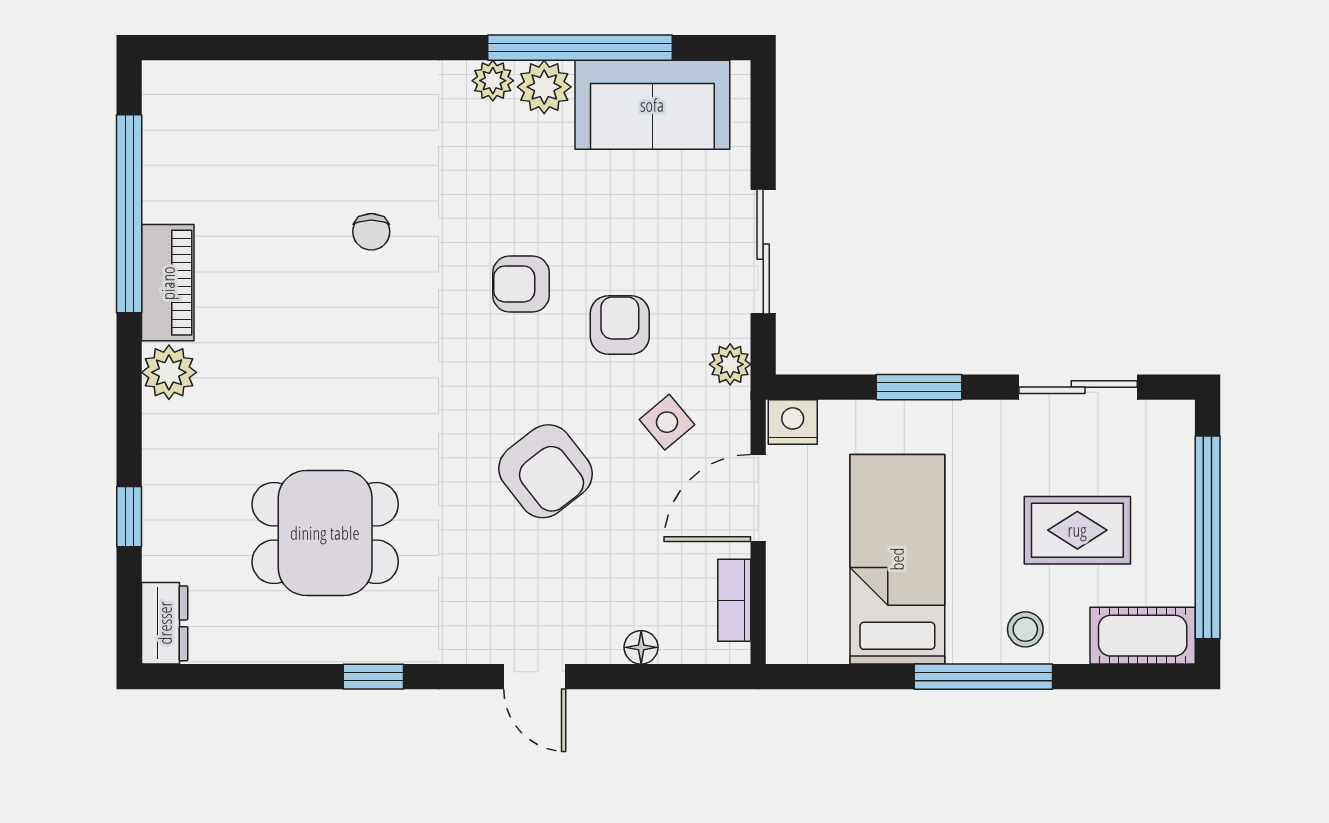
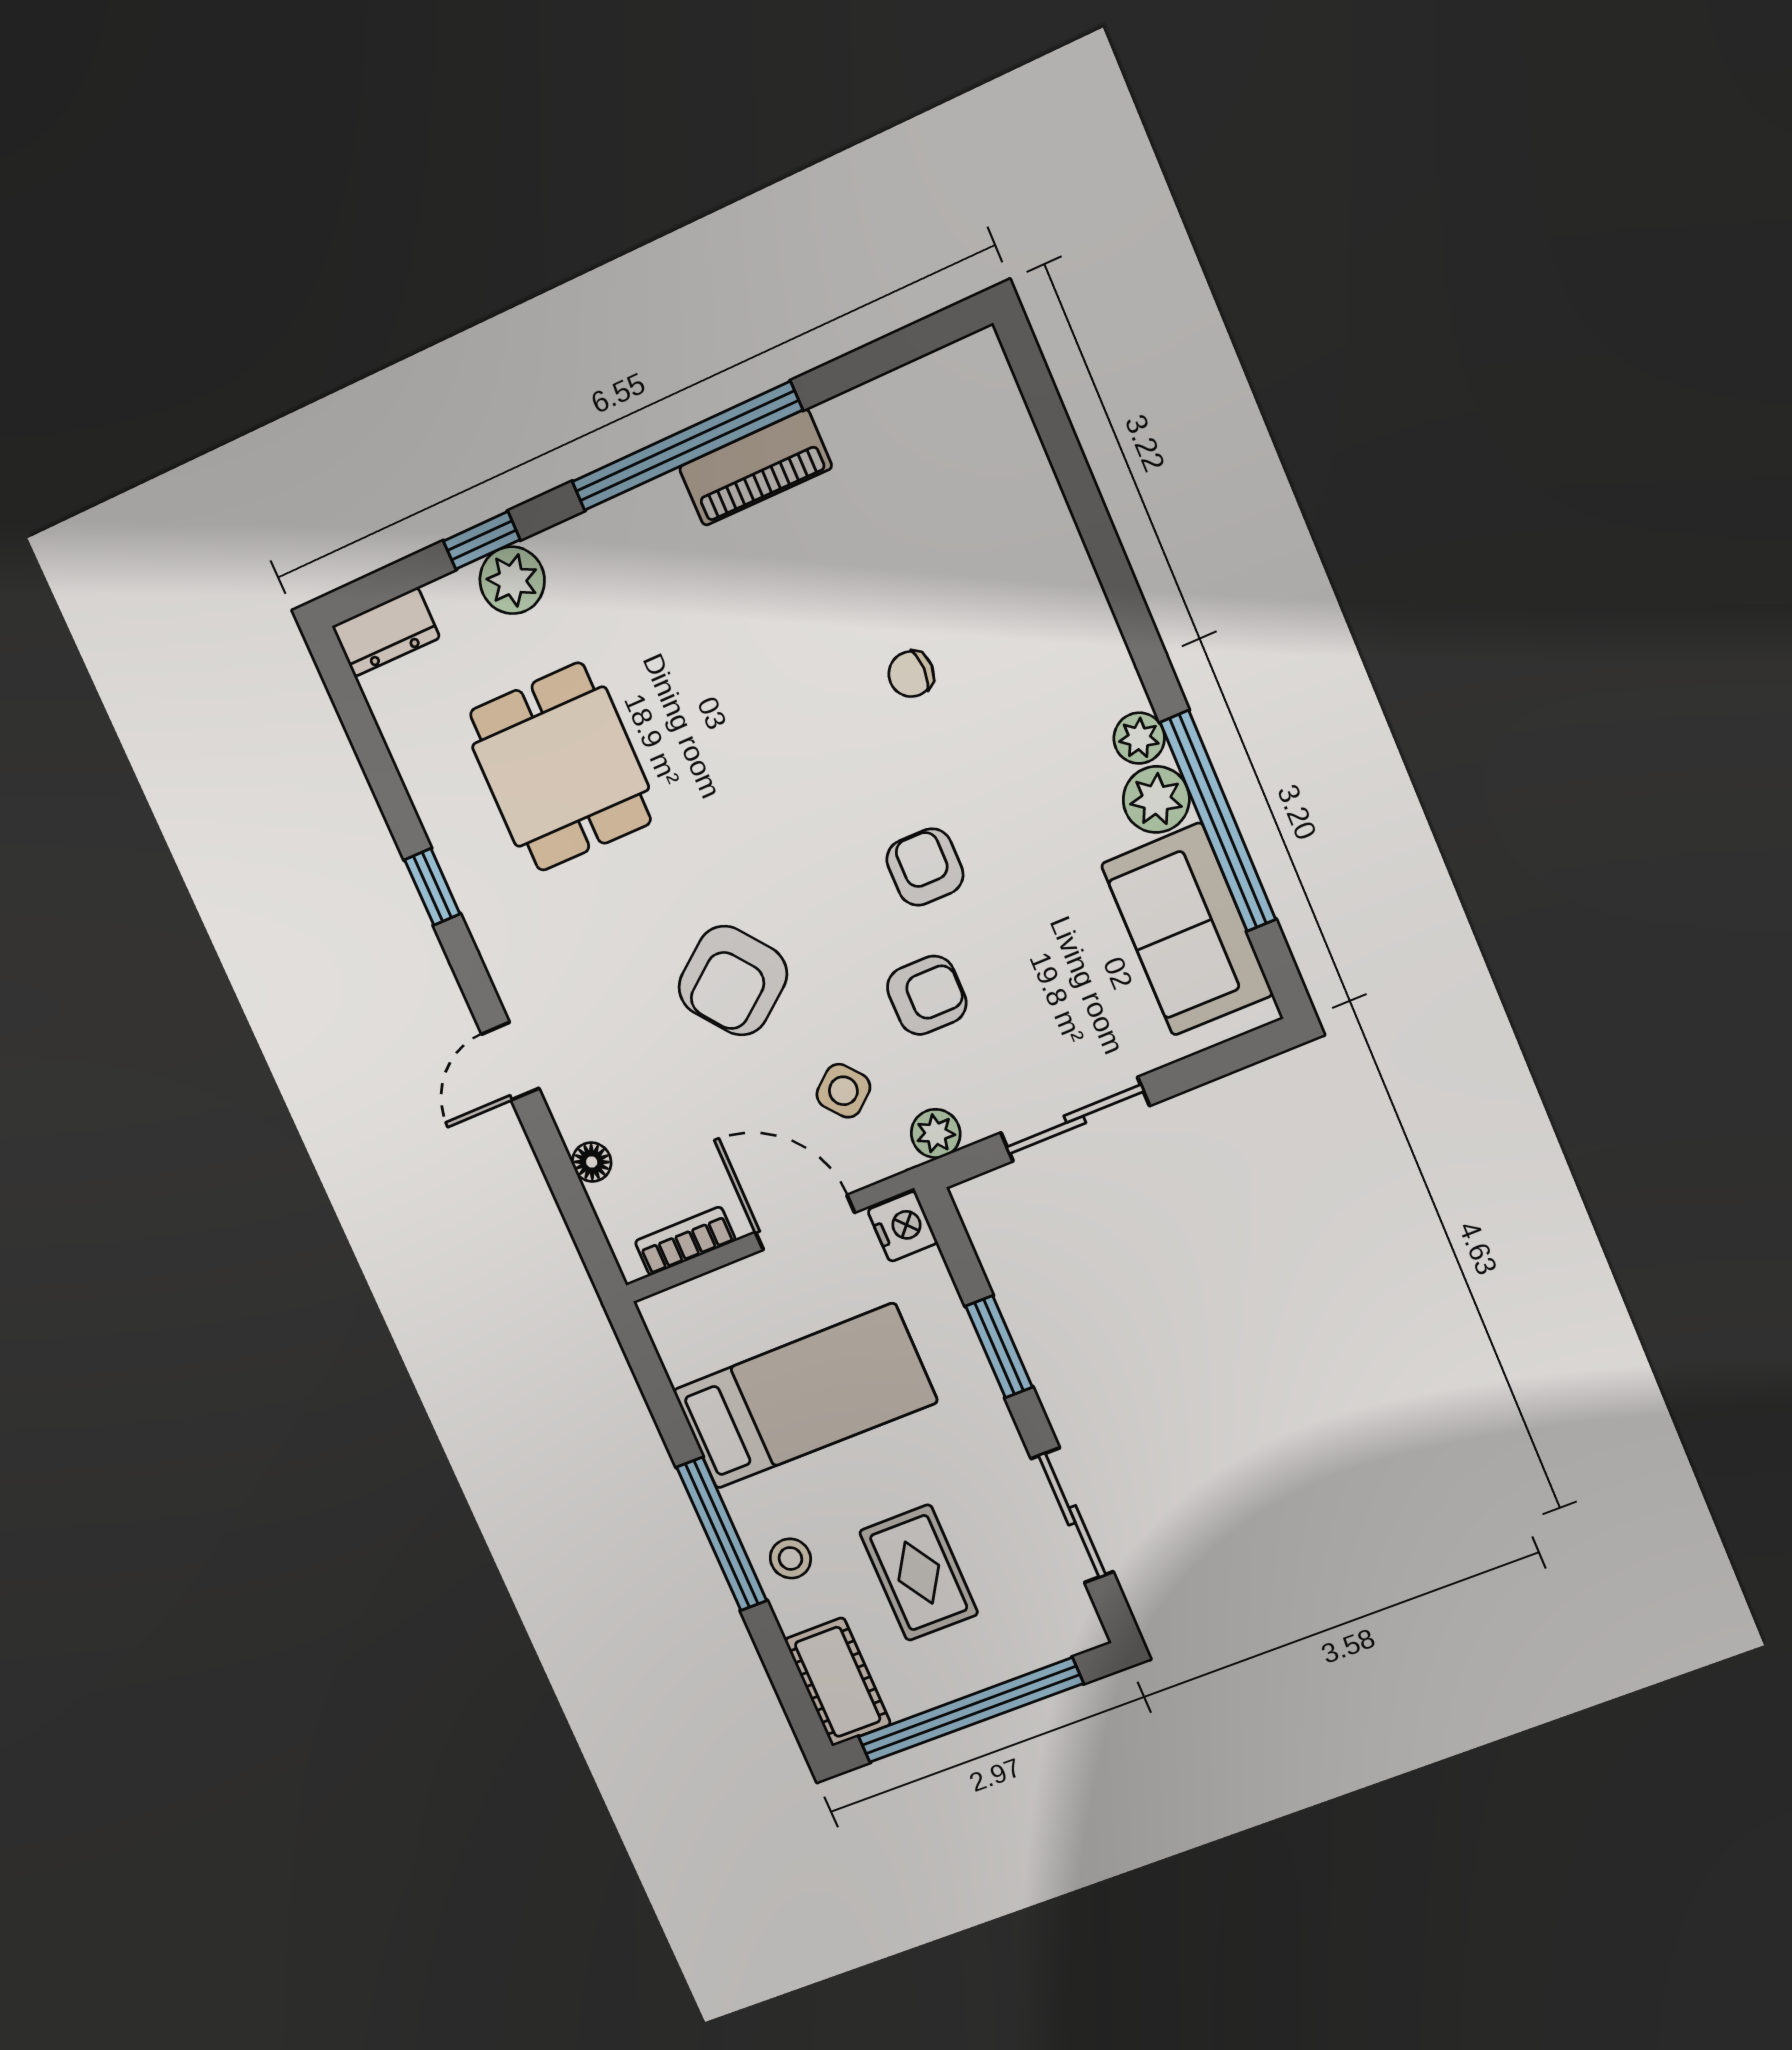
window: (129, 214) -> (687, 446), moved
plant: (169, 372) -> (512, 580), moved

